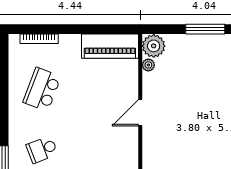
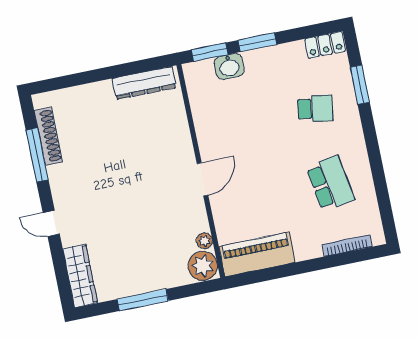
school desk: (42, 89) -> (330, 183), turned -30
school desk: (42, 150) -> (315, 109), turned 30

